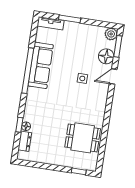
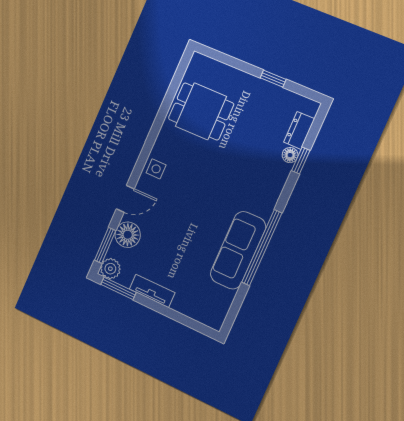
window: (70, 19) -> (118, 288), moved
tv unit: (51, 23) -> (152, 291), moved
side table: (82, 78) -> (156, 169), moved
window: (79, 171) -> (273, 79), moved

